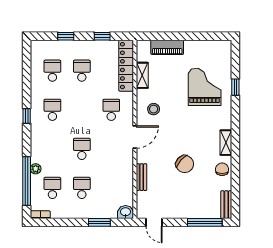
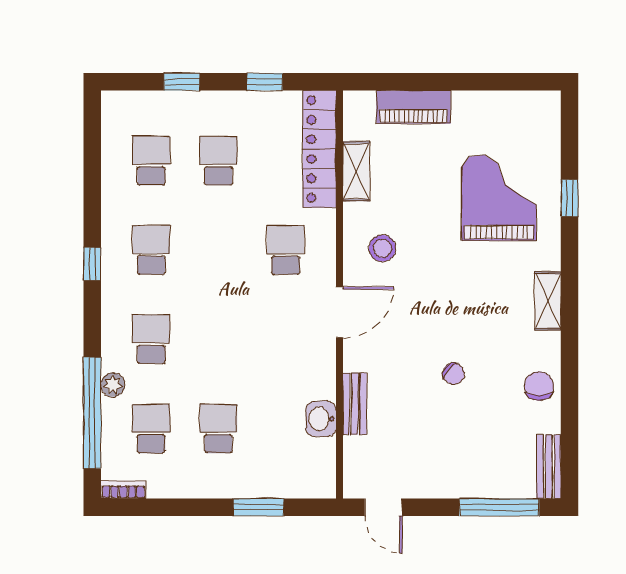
shelving: (226, 143) -> (548, 301), moved
school desk: (82, 149) -> (151, 339), moved
chair: (185, 164) -> (454, 374), width x0.54, depth x0.54
washbasin: (126, 212) -> (321, 419), moved, turned -90

